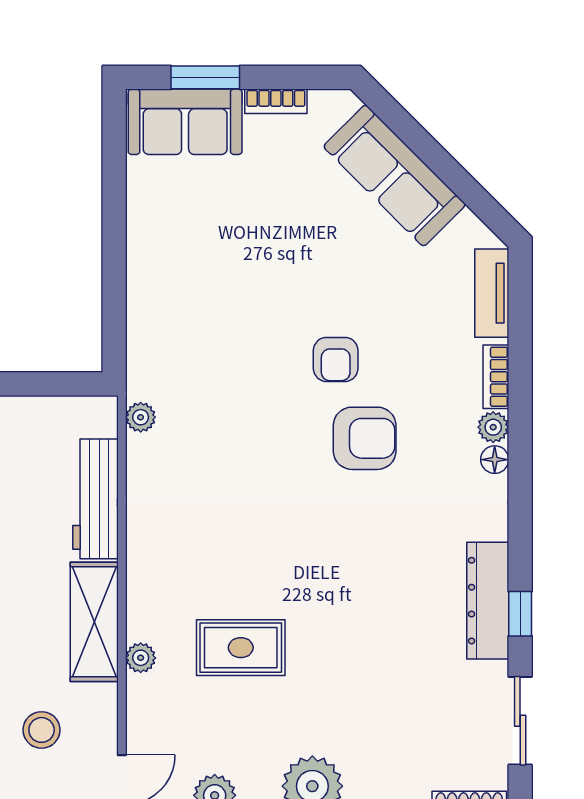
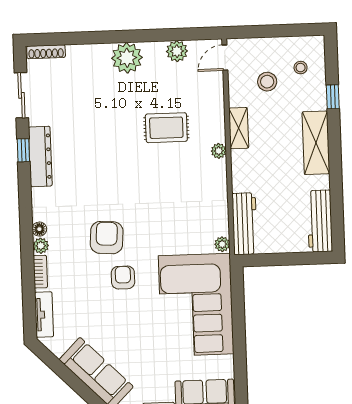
corner sofa: (196, 301) -> (196, 305), added
armchair: (365, 438) -> (107, 238), turned 94
workbench: (96, 499) -> (245, 224), moved
shelving: (94, 622) -> (239, 128), width x0.67, depth x0.75
plant: (141, 658) -> (219, 151), moved

